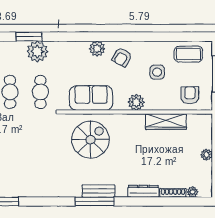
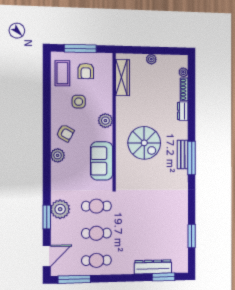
armchair: (190, 95) -> (86, 71), moved, turned -90
wardrobe: (166, 122) -> (123, 78), moved
spiral stairs: (91, 140) -> (144, 143), moved, turned 180
dresser: (143, 191) -> (183, 111), width x0.70

